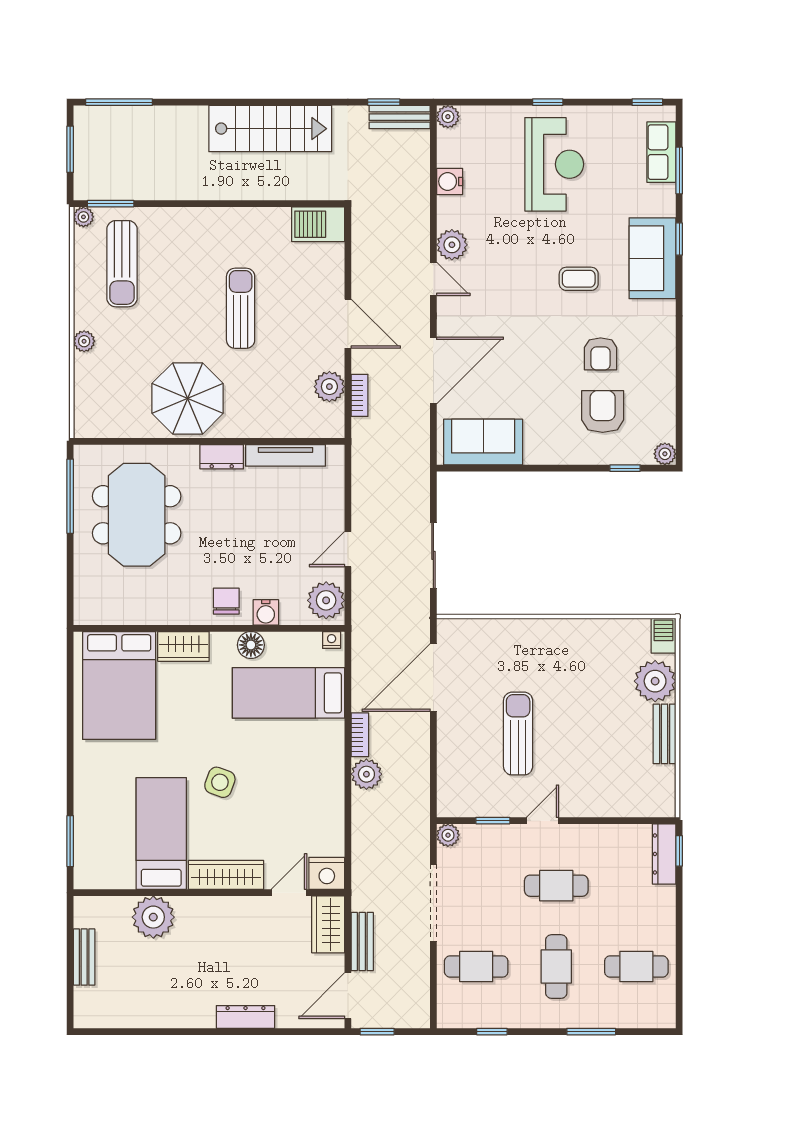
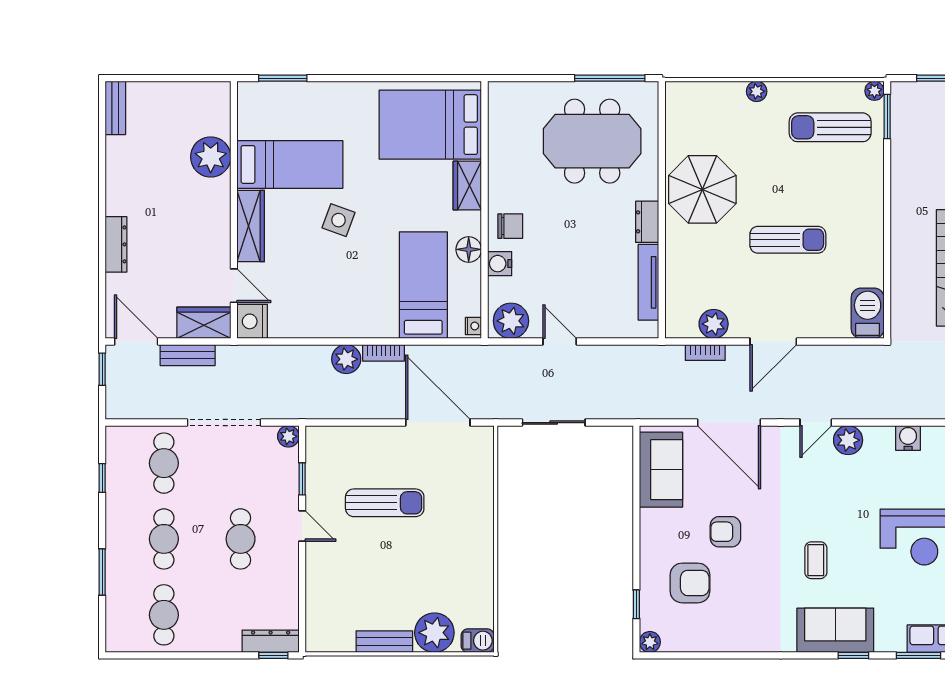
armchair: (601, 354) -> (725, 532), moved
bench: (84, 957) -> (115, 108), moved, turned 90
cafe table: (556, 967) -> (164, 539), turned 90

